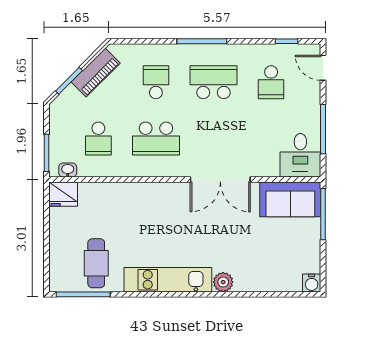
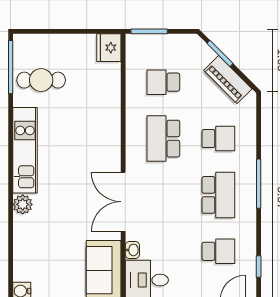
school desk: (271, 82) -> (218, 251), turned 180
washbasin: (68, 170) -> (132, 250), moved

